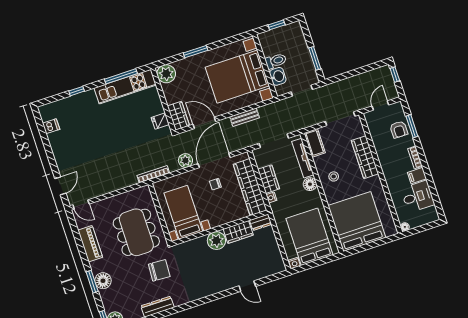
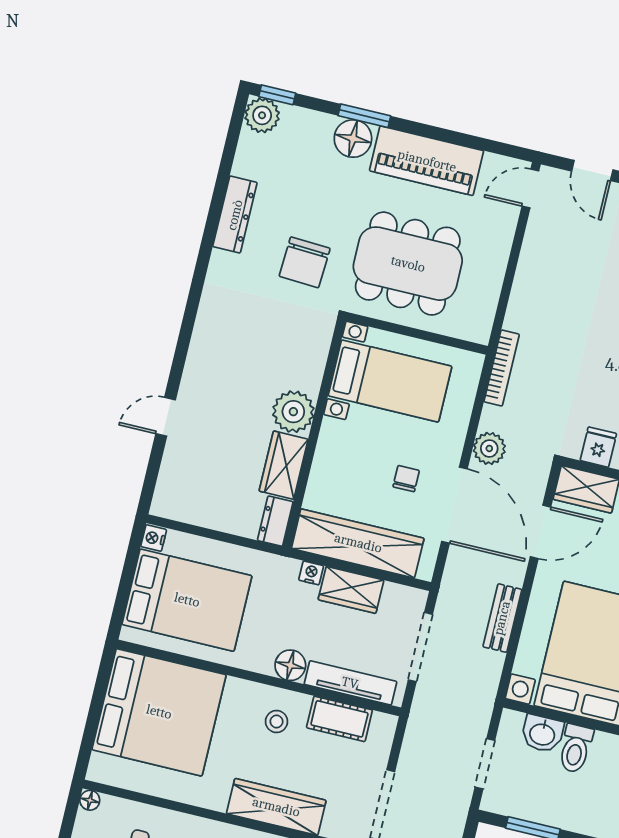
cot: (315, 143) -> (339, 719), moved
piano: (90, 244) -> (427, 161), width x1.37, depth x1.33

